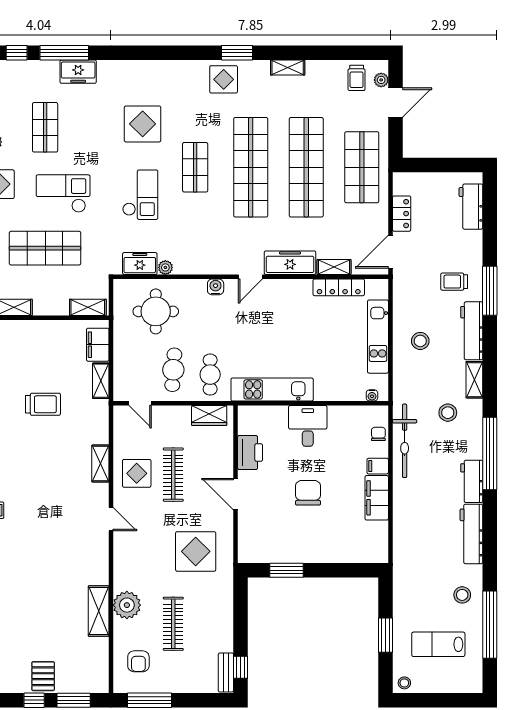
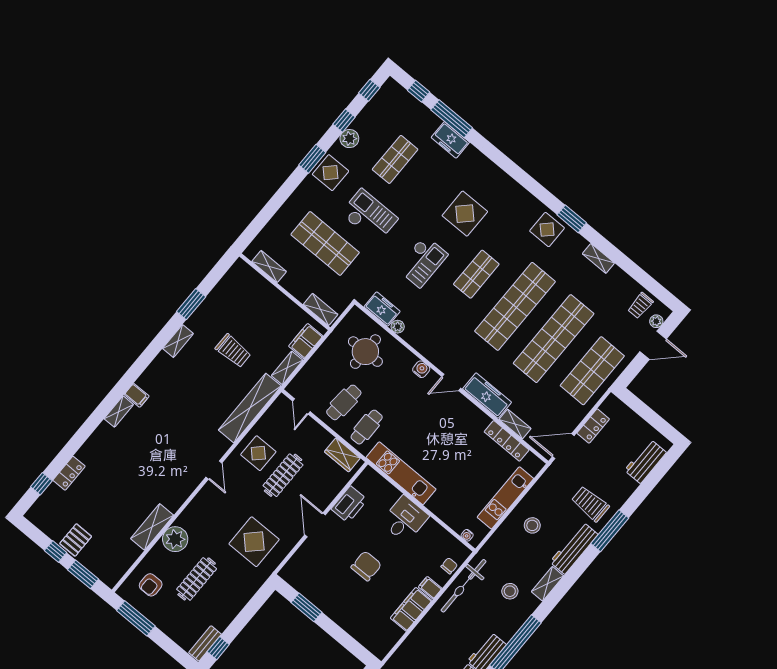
trolley: (454, 282) -> (590, 504), width x1.36, depth x1.39
shelving: (100, 464) -> (250, 408), width x2.20, depth x1.33

